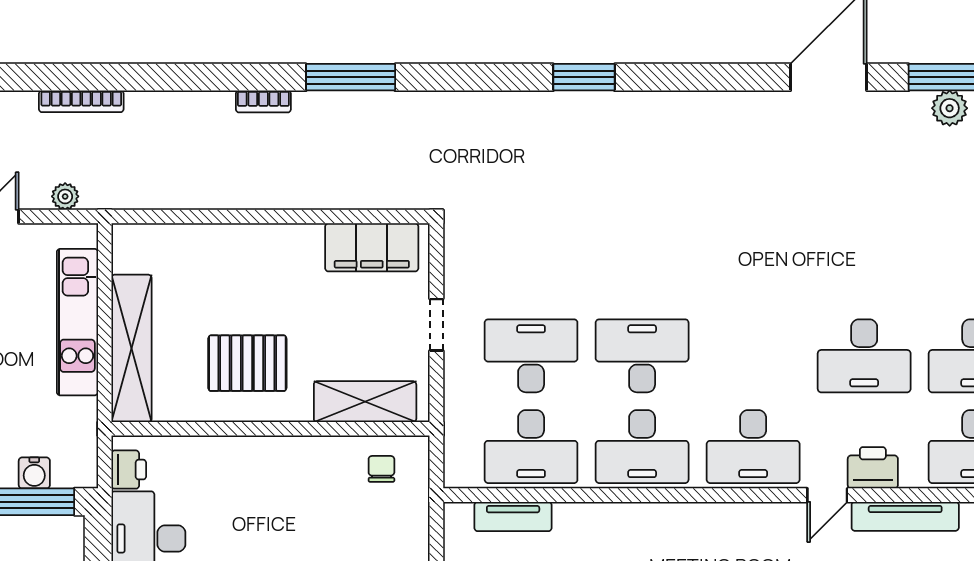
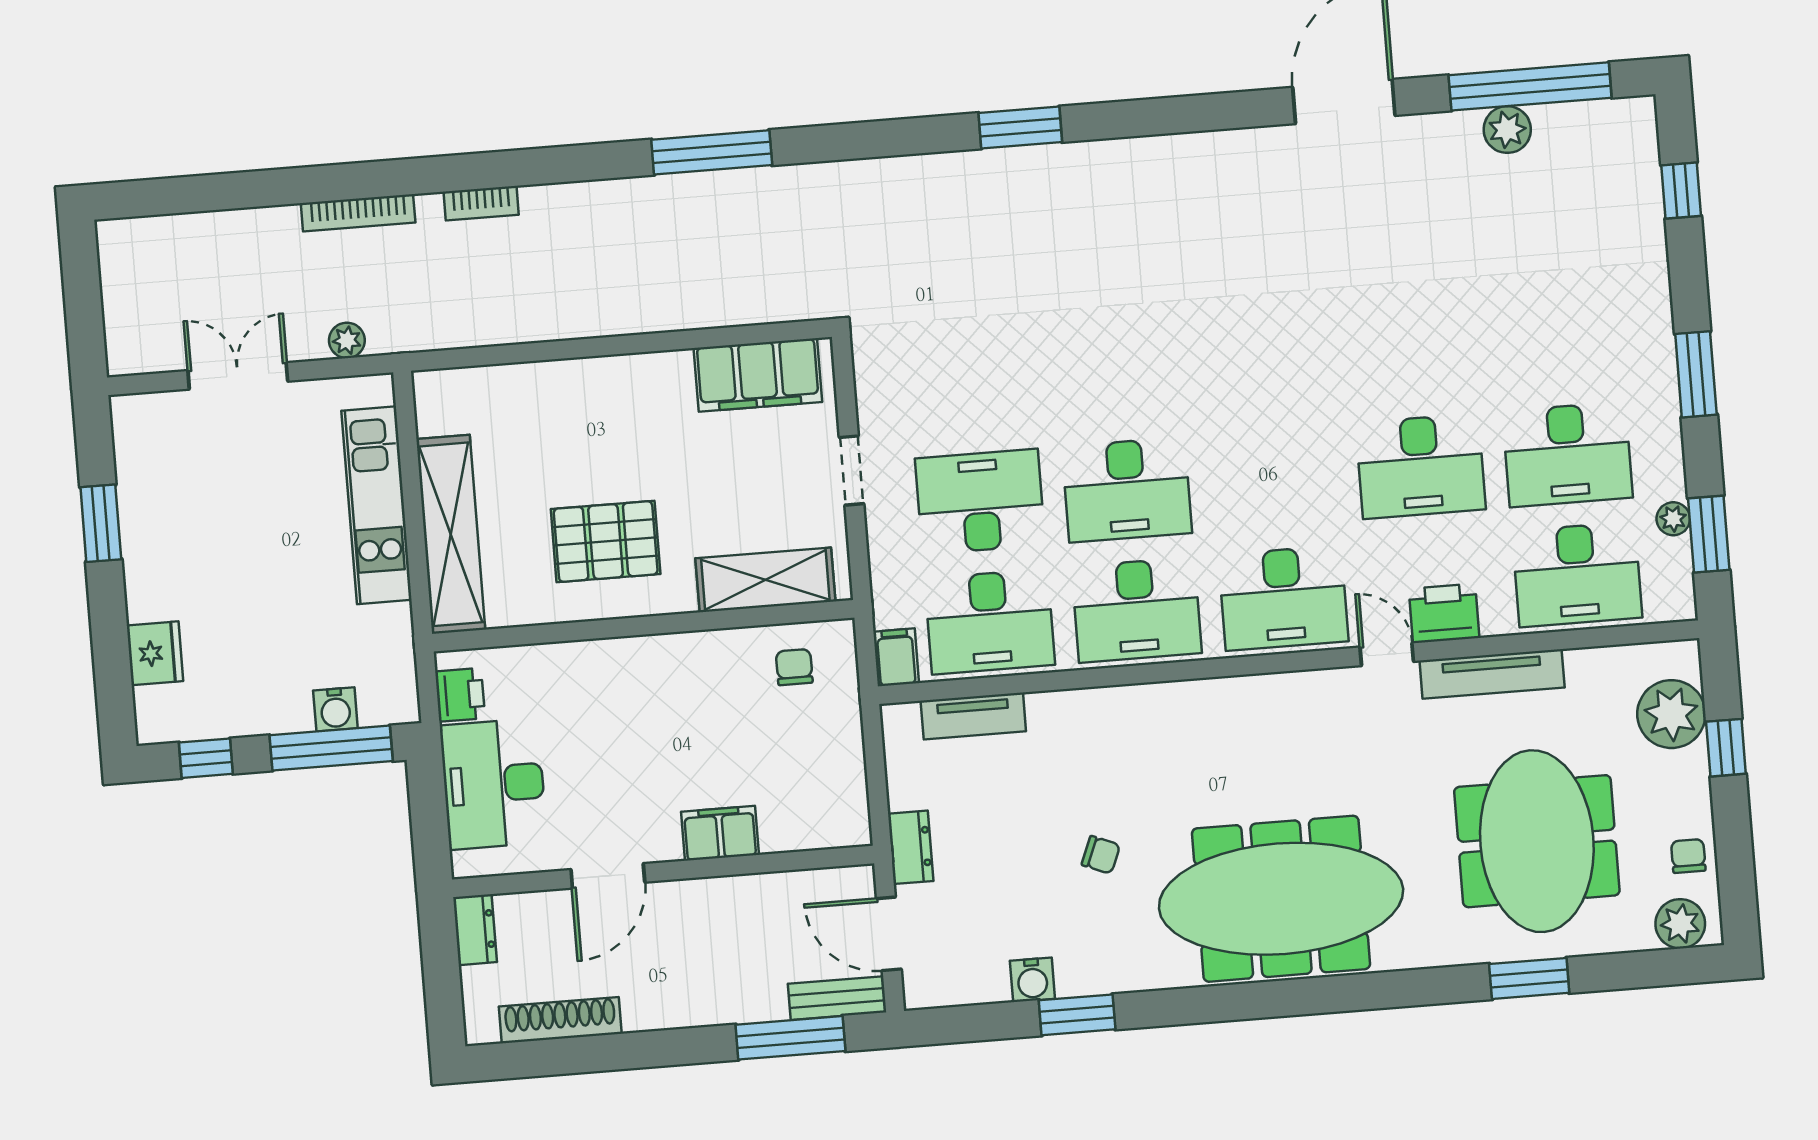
bookcase: (263, 101) -> (481, 203), moved
desk: (642, 356) -> (1127, 490), turned 180
filing cabinet: (459, 468) -> (896, 657), added
door: (827, 495) -> (1387, 654), swing flipped

